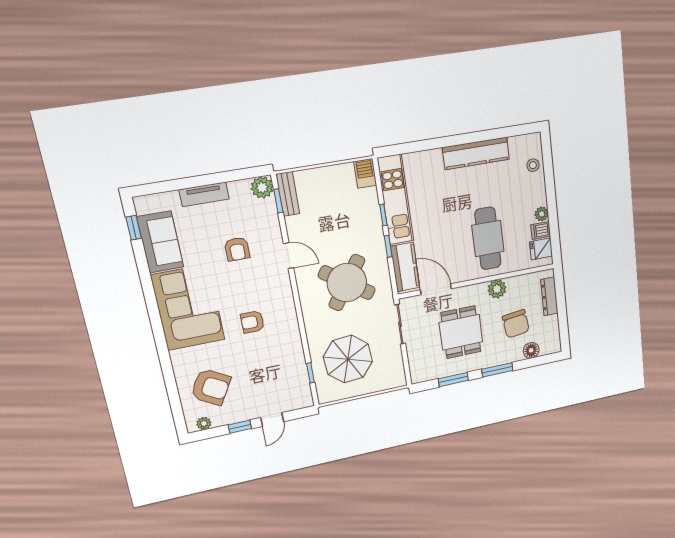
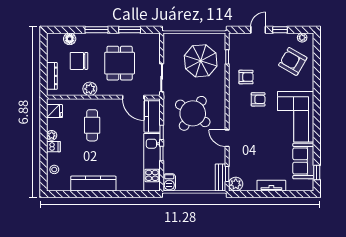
dishwasher: (541, 230) -> (53, 147), moved
cafe table: (488, 238) -> (92, 125), width x0.73, depth x0.74
armchair: (237, 249) -> (246, 77), moved, turned 90
chair: (516, 324) -> (79, 61), turned -83

